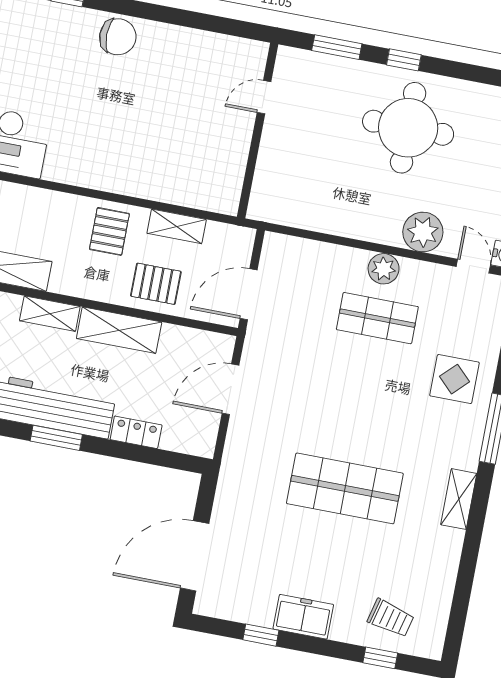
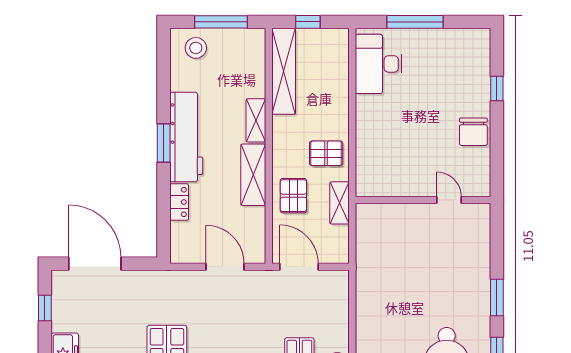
door: (264, 97) -> (449, 200), moved
wall: (258, 131) -> (423, 200), moved
window: (261, 635) -> (45, 308), moved

